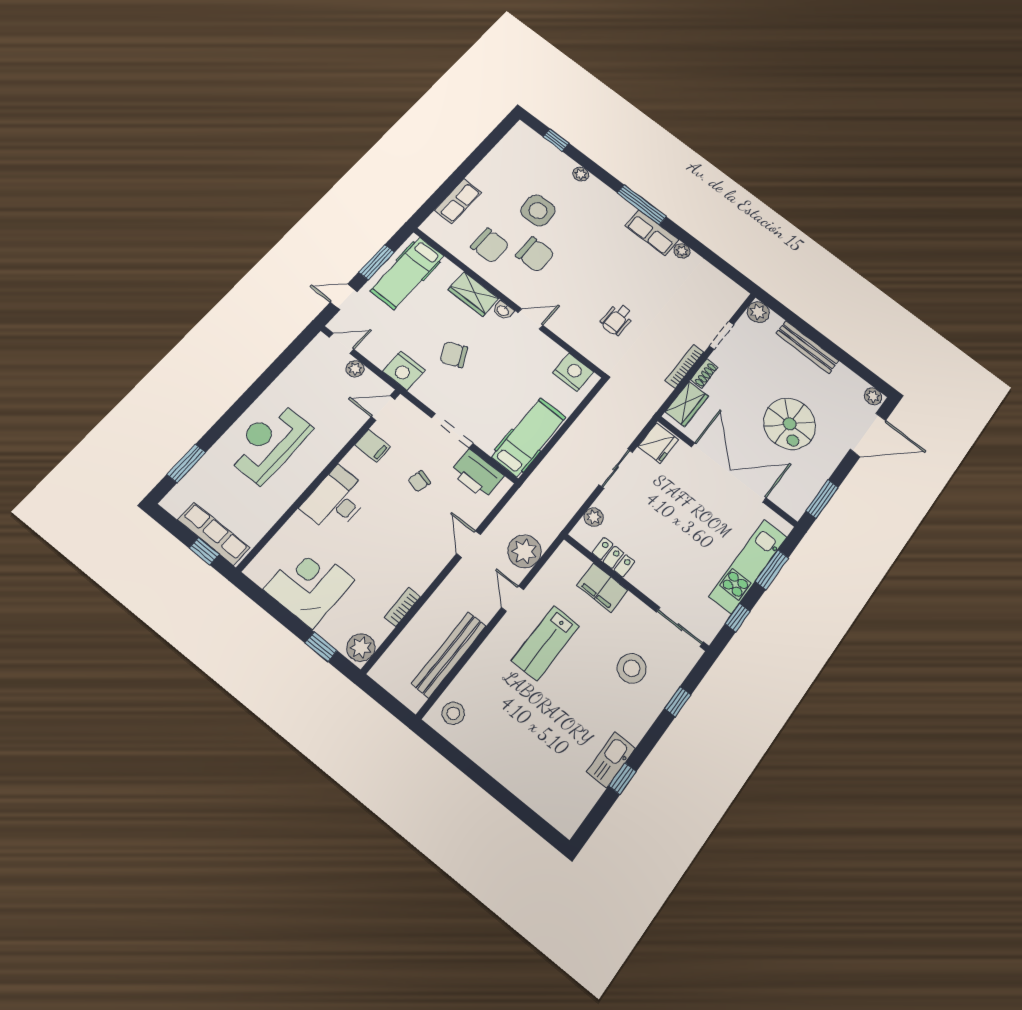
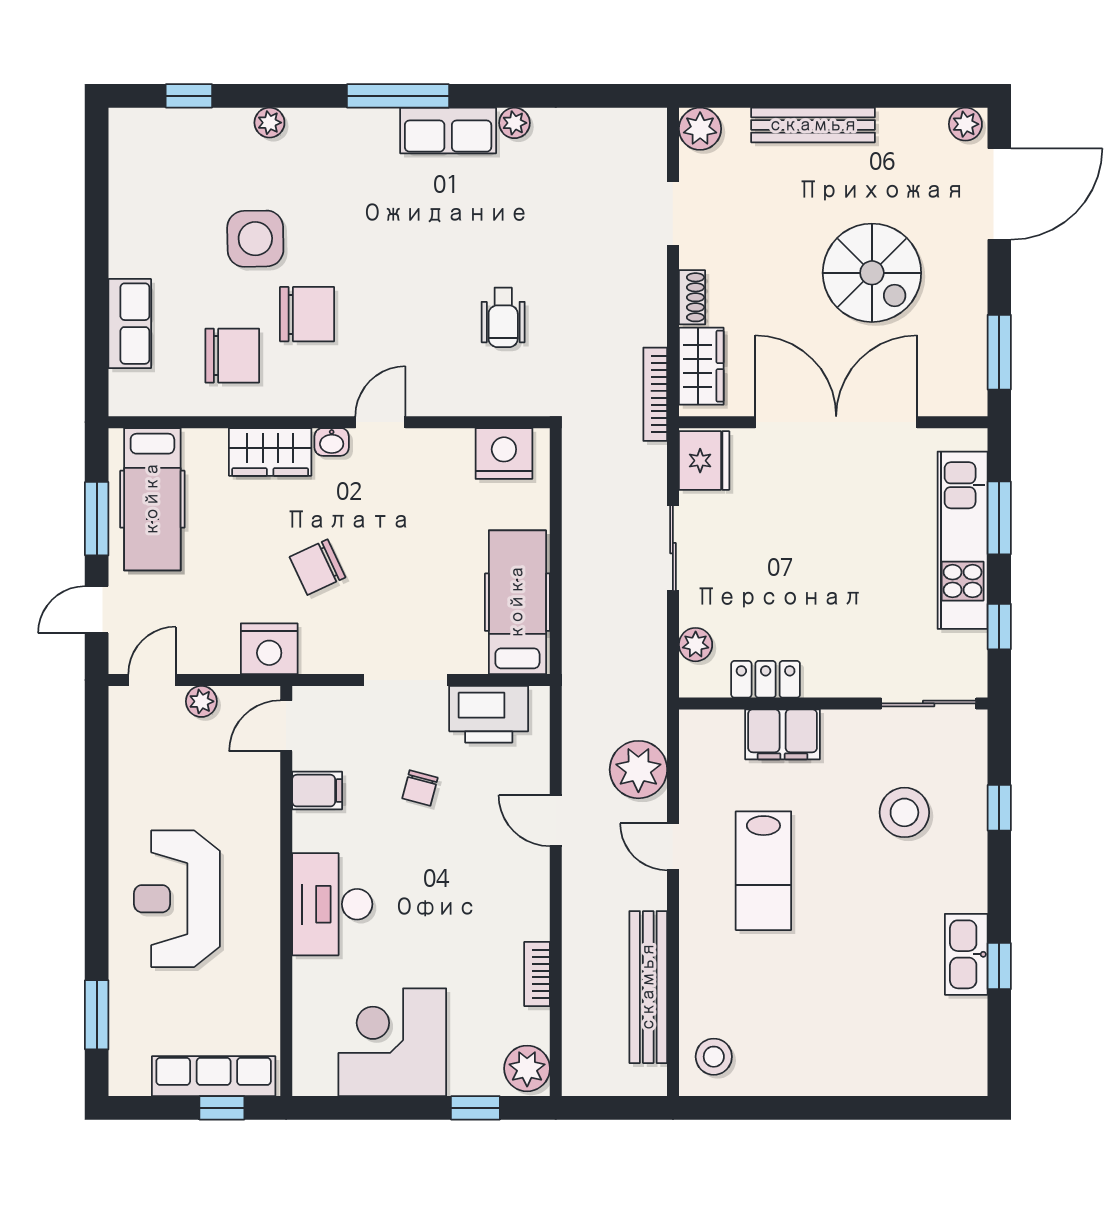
bookcase: (685, 366) -> (655, 394), moved

